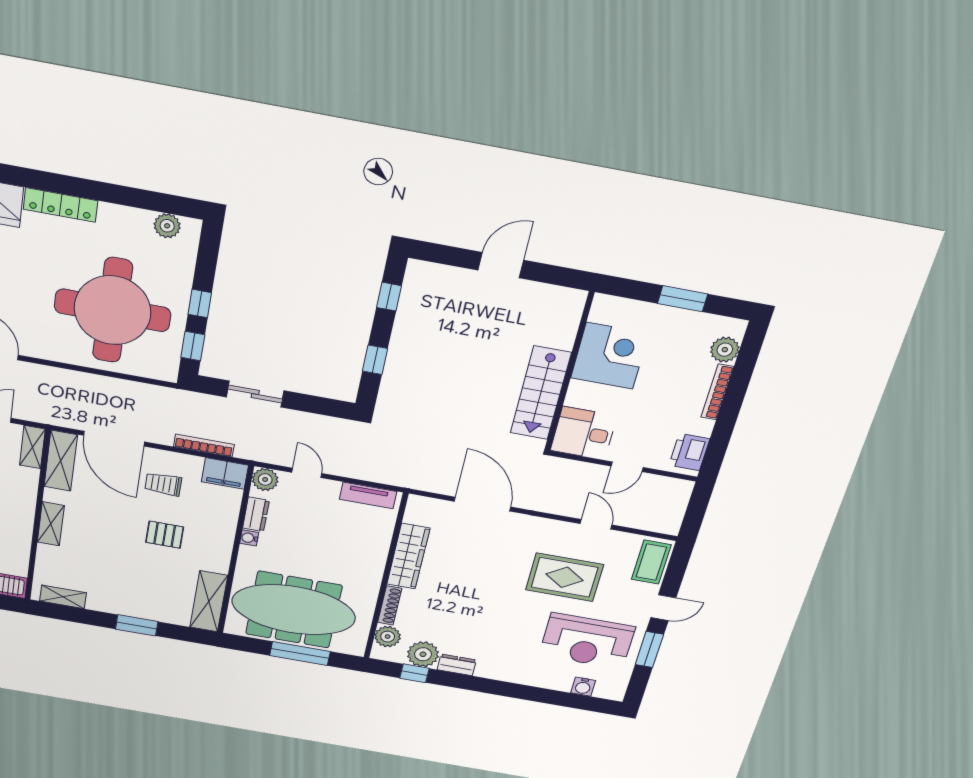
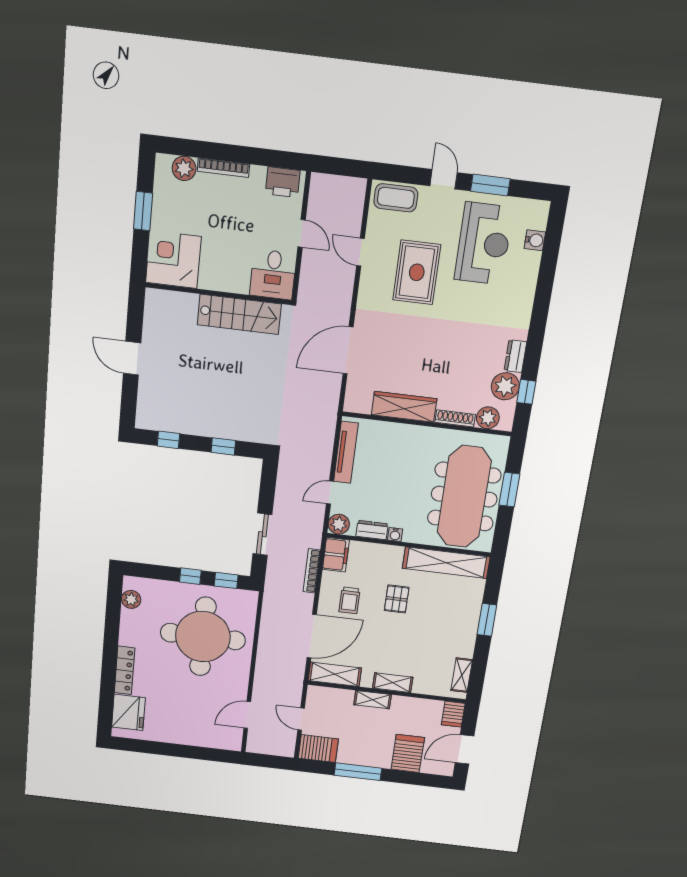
corner desk: (610, 356) -> (173, 260), moved
shelving: (32, 447) -> (373, 700), moved
tv unit: (368, 495) -> (346, 452), width x1.41
door: (596, 524) -> (361, 252), hinge flipped
shelving: (209, 601) -> (446, 563), width x1.47
window: (300, 653) -> (509, 489), width x0.69

